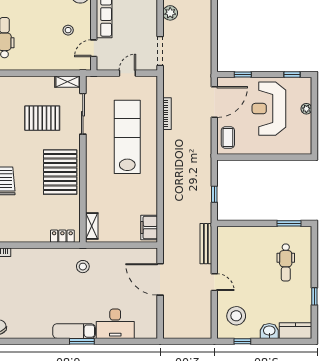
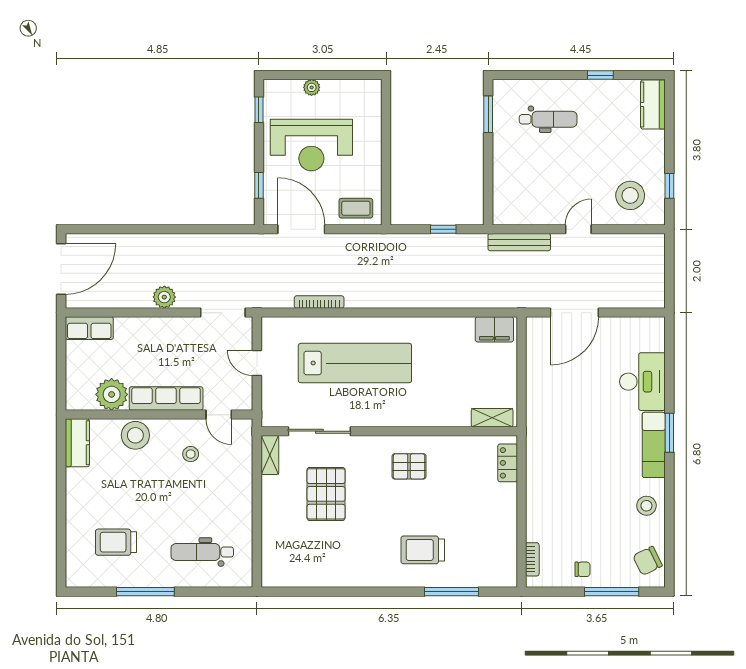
lab bench: (127, 137) -> (355, 363), turned 180
pallet: (60, 172) -> (409, 466), width x0.49, depth x0.50
stool: (83, 267) -> (646, 506), moved
washbasin: (269, 331) -> (654, 145), removed

